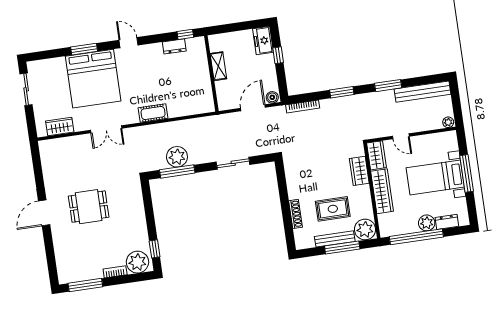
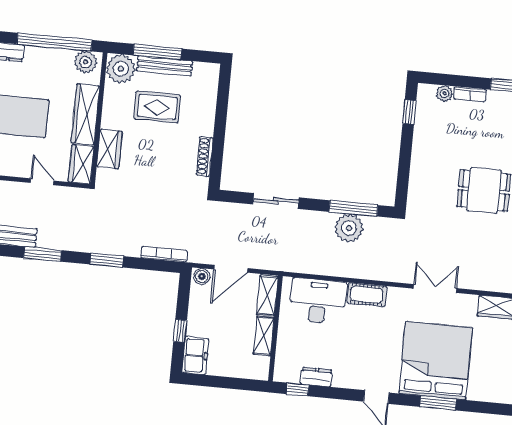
shelving: (223, 95) -> (267, 296), added
desk: (186, 100) -> (318, 301), added
shoe rack: (296, 214) -> (205, 156), moved
plant: (427, 223) -> (86, 62), moved
plant: (137, 262) -> (444, 93), width x0.53, depth x0.53

